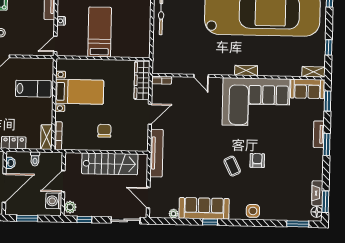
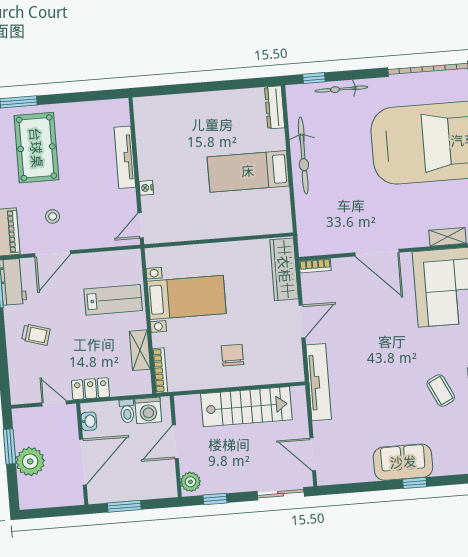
bed: (100, 32) -> (248, 171), moved, turned -90
door: (201, 76) -> (377, 253), width x1.87
shelving: (47, 137) -> (140, 350), moved
washing machine: (54, 201) -> (148, 410), moved, turned -90
sofa: (204, 208) -> (403, 462), width x0.73
plant: (173, 214) -> (355, 475), removed

